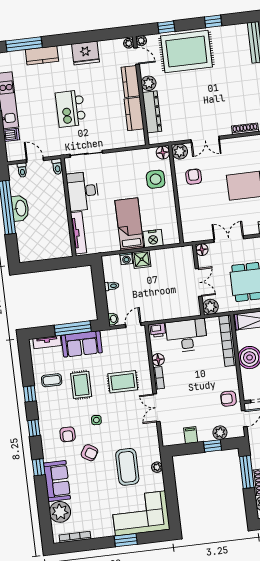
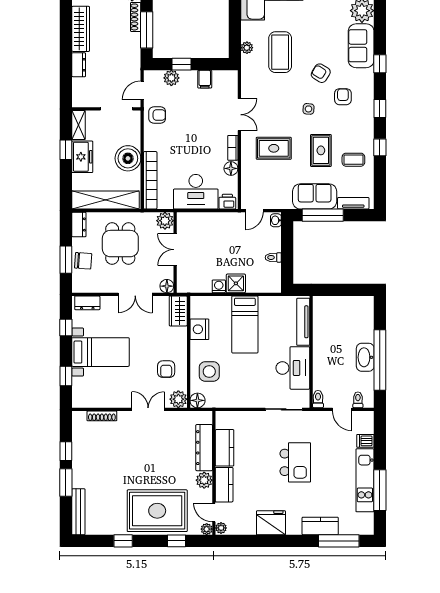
wardrobe: (189, 229) -> (178, 311), added
nightstand: (153, 239) -> (199, 329), moved, turned -90
washing machine: (126, 259) -> (219, 286), moved

